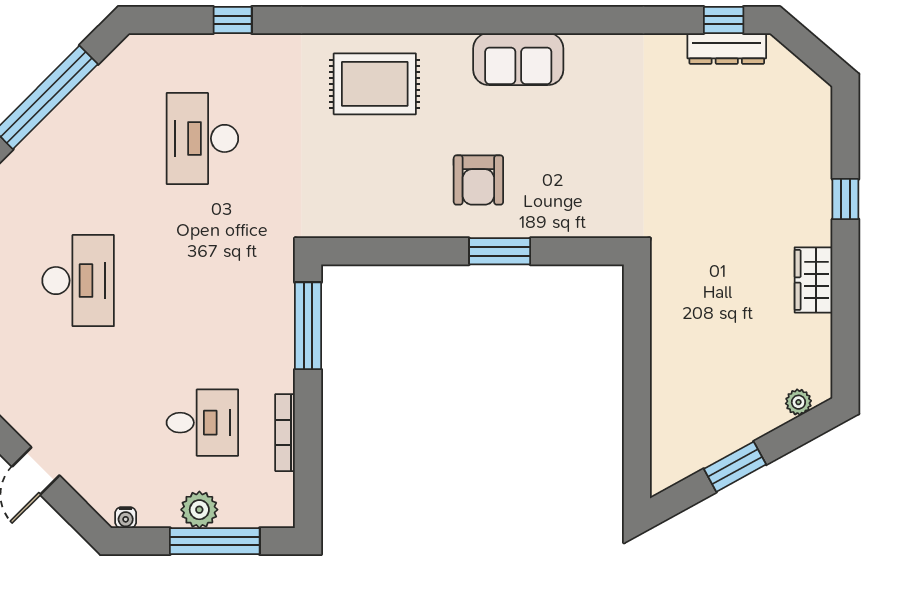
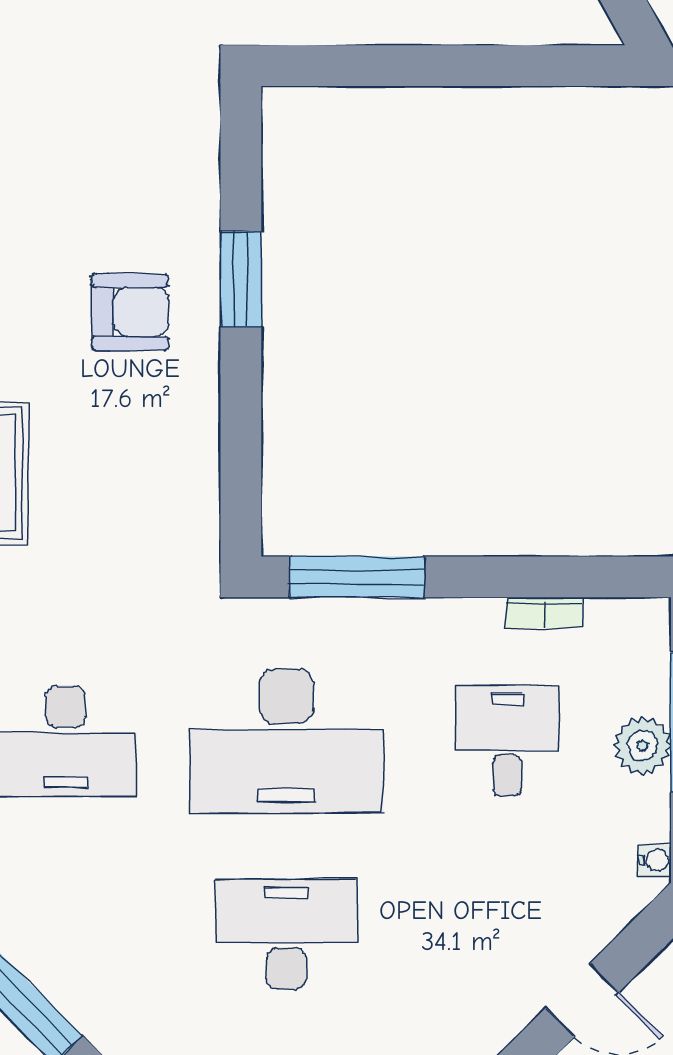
desk: (202, 281) -> (286, 741), added
bookcase: (285, 433) -> (544, 613), width x0.64

